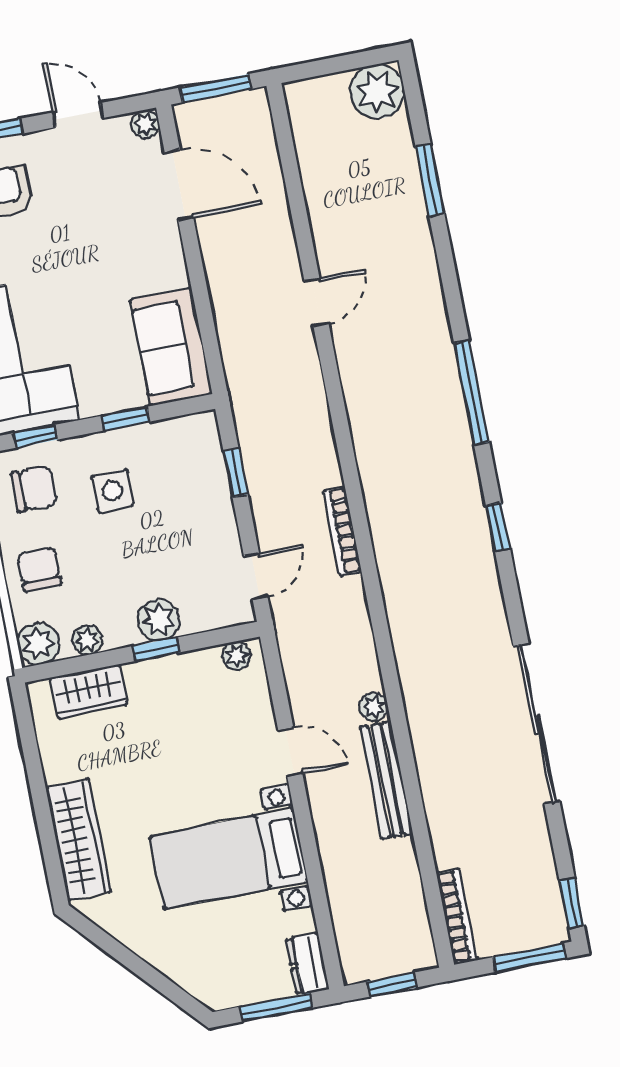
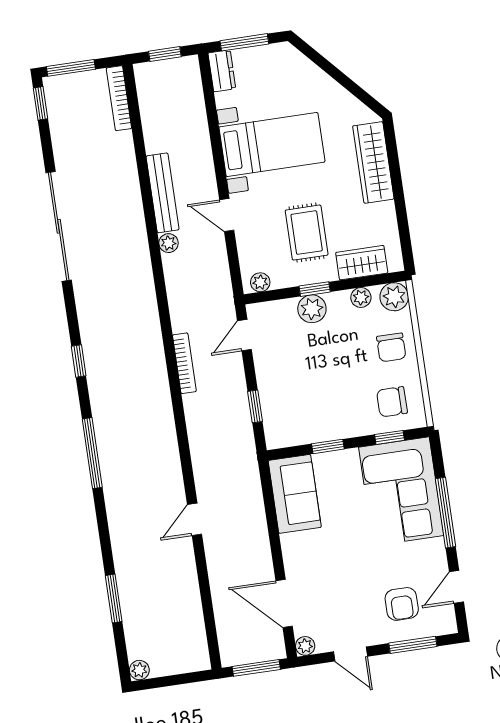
plant: (377, 92) -> (139, 670), width x0.53, depth x0.53
side table: (112, 491) -> (339, 398), removed
rug: (172, 732) -> (307, 233), added

